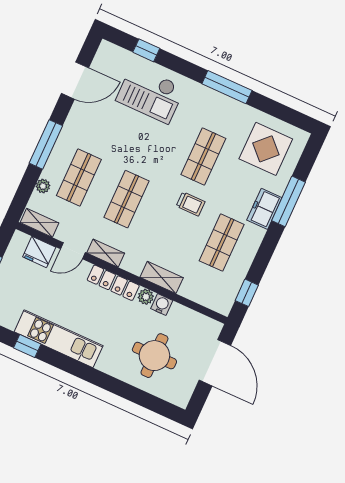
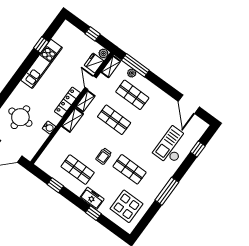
window: (46, 144) -> (135, 65), moved
window: (288, 201) -> (93, 213), width x0.46
shelving: (162, 277) -> (73, 120), moved
window: (247, 293) -> (55, 185), moved
plant: (146, 297) -> (103, 53), moved

